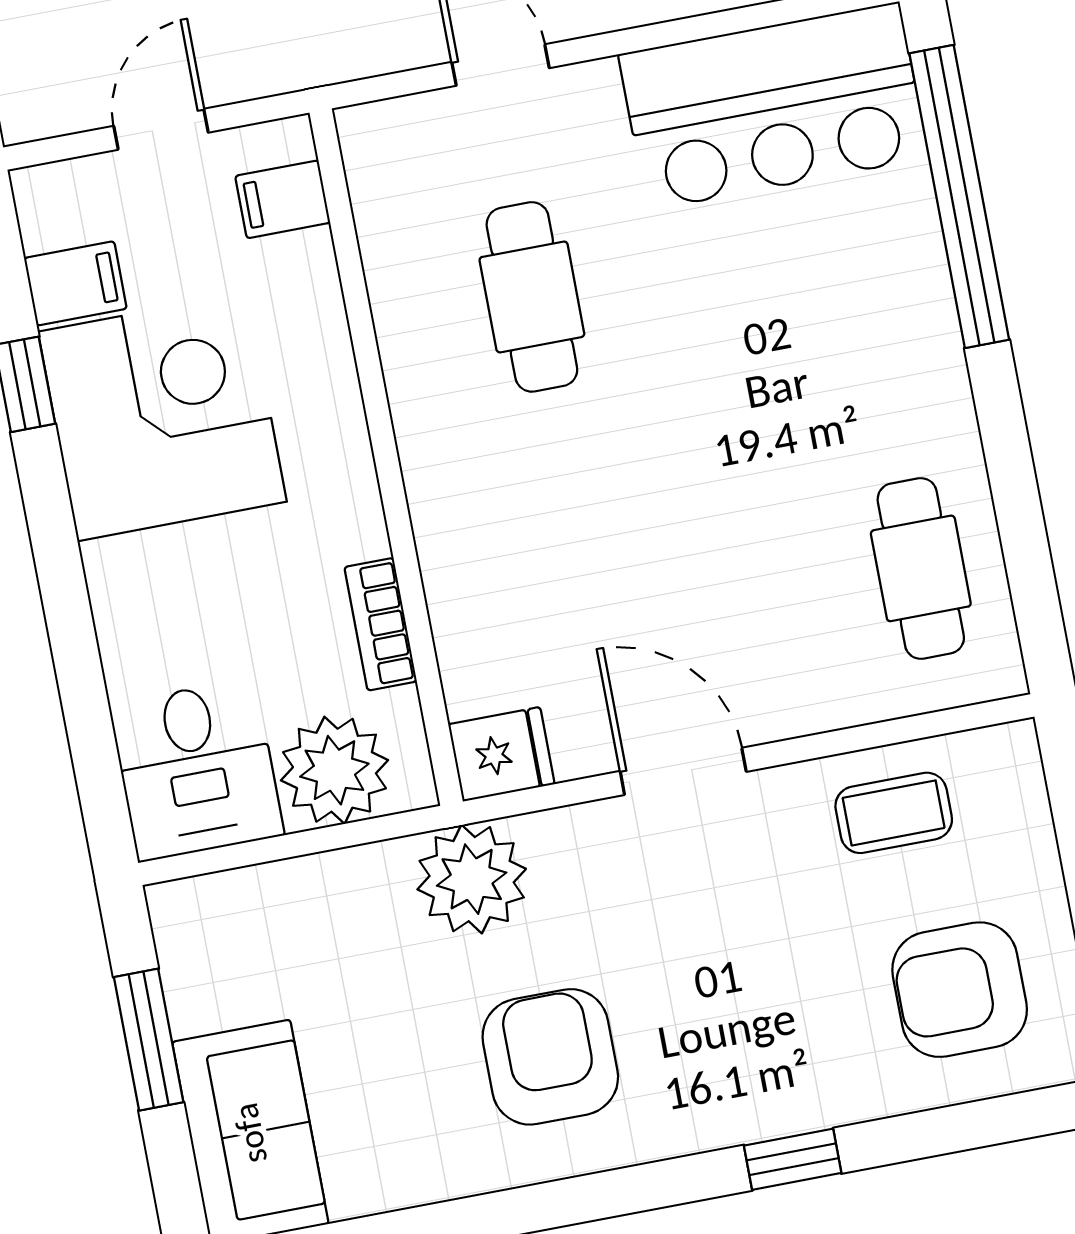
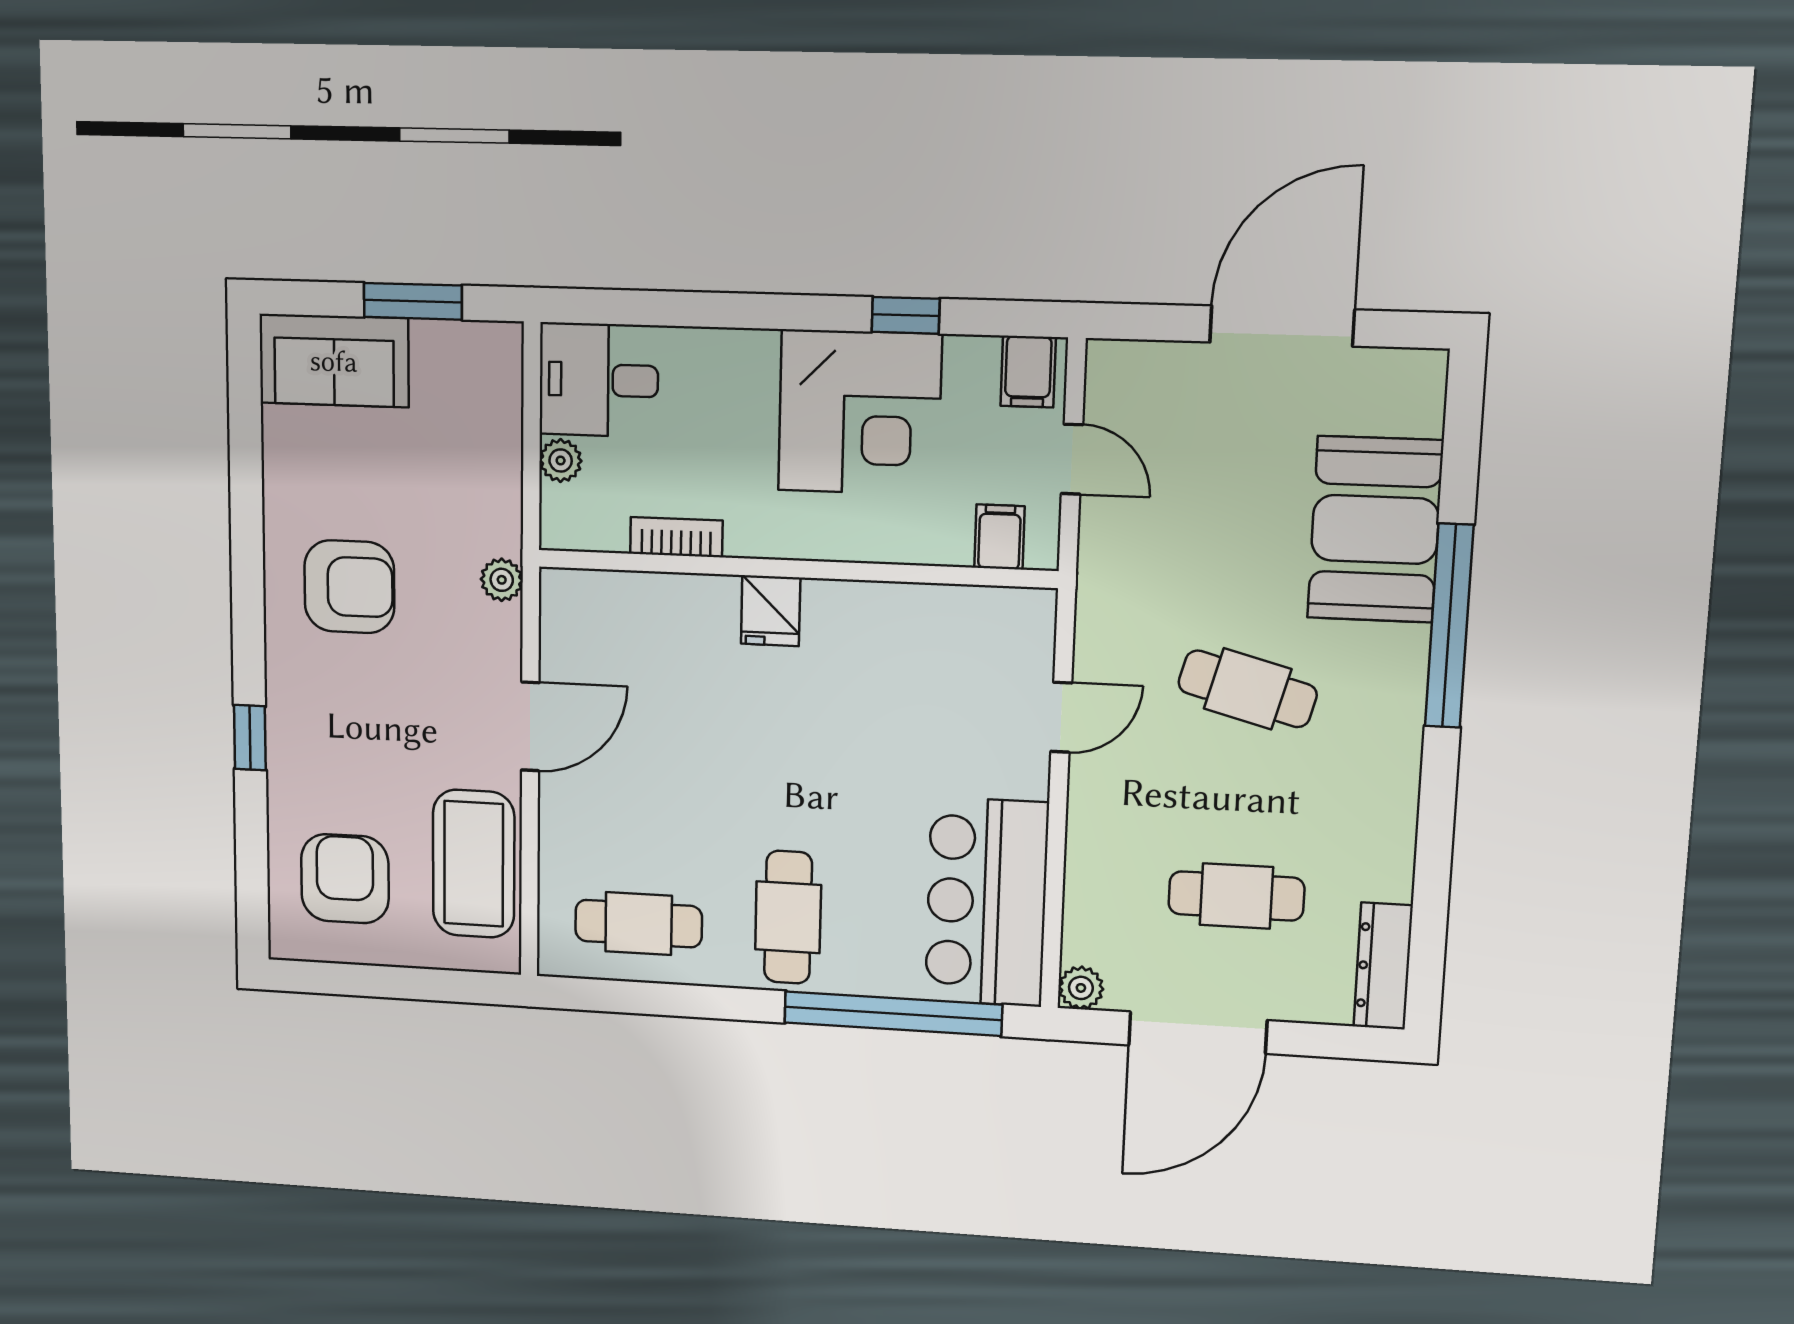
filing cabinet: (75, 283) -> (1028, 372), moved
cafe table: (532, 297) -> (788, 917), moved, turned 90
fridge: (501, 754) -> (771, 611), moved
plant: (334, 770) -> (561, 460), width x0.53, depth x0.53
coffee table: (894, 813) -> (474, 864), width x1.86, depth x1.72
plant: (472, 879) -> (502, 580), width x0.53, depth x0.53

